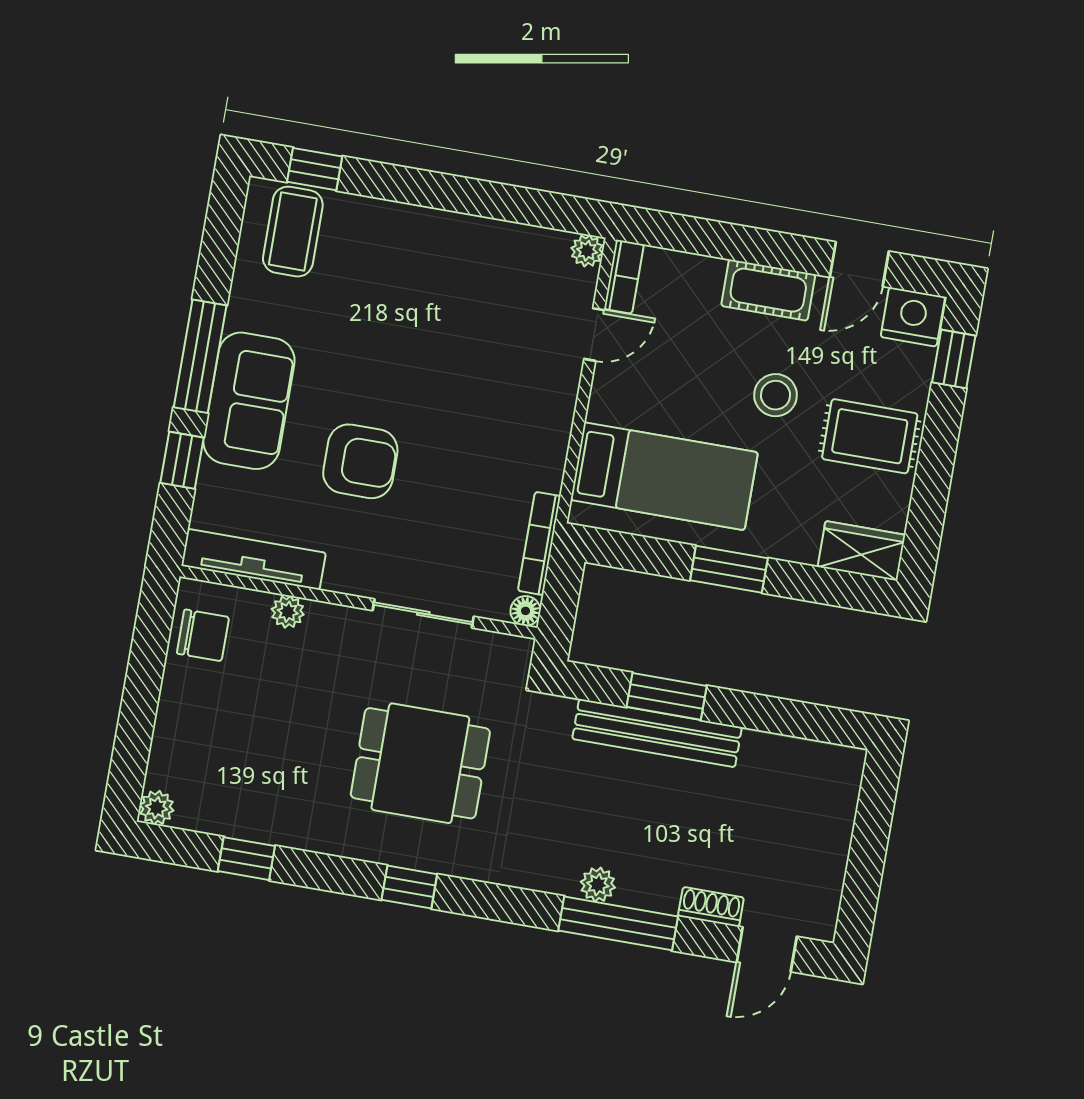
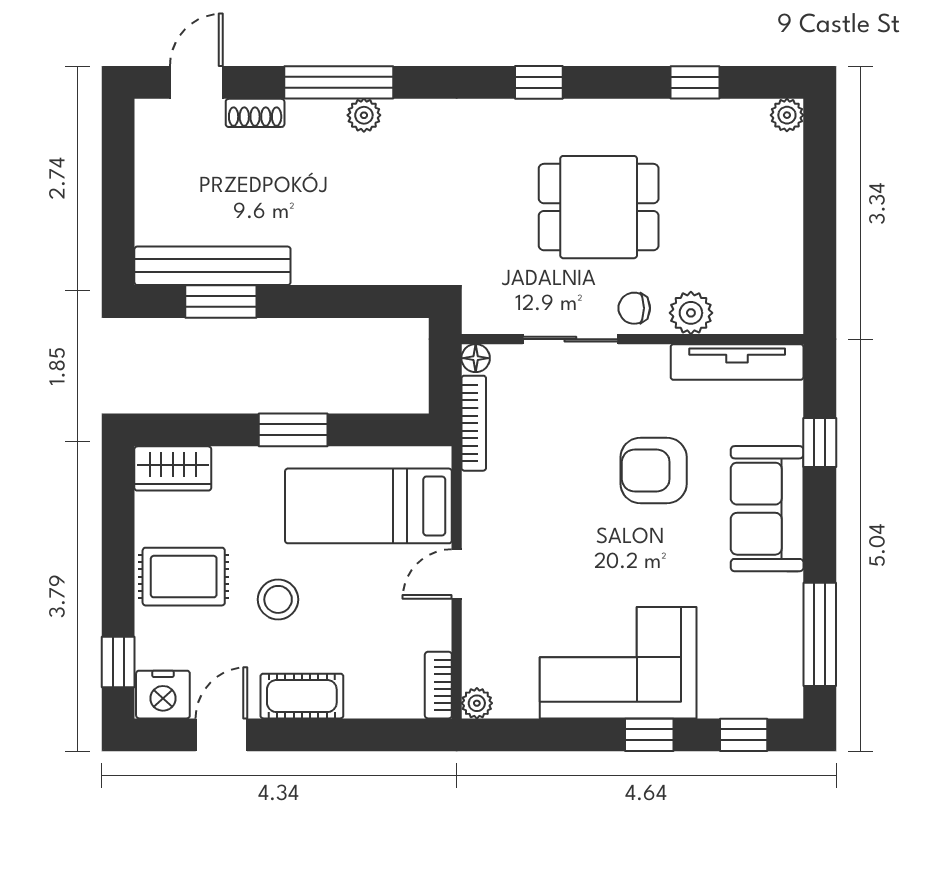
window: (413, 186) -> (649, 735), added
coffee table: (293, 232) -> (754, 673), removed
corner sofa: (432, 267) -> (618, 663), added
door: (594, 335) -> (457, 574), moved
window: (200, 356) -> (820, 634), moved
plant: (288, 612) -> (691, 313), width x1.38, depth x1.38
chair: (203, 635) -> (634, 308), moved, width x0.73, depth x0.73
window: (667, 696) -> (221, 302), moved
bench: (657, 733) -> (212, 266), moved
dining table: (420, 763) -> (599, 207), moved

